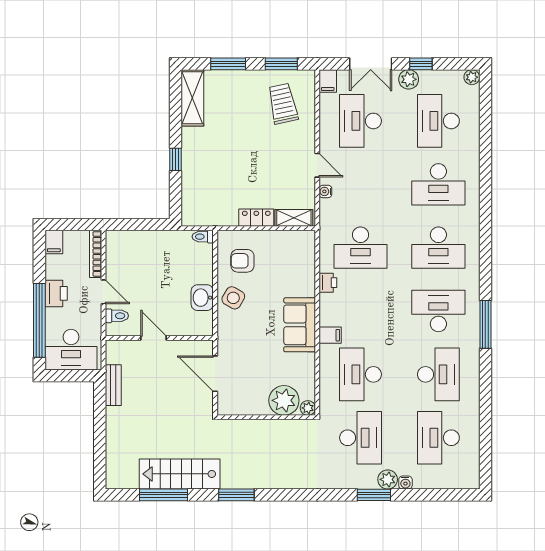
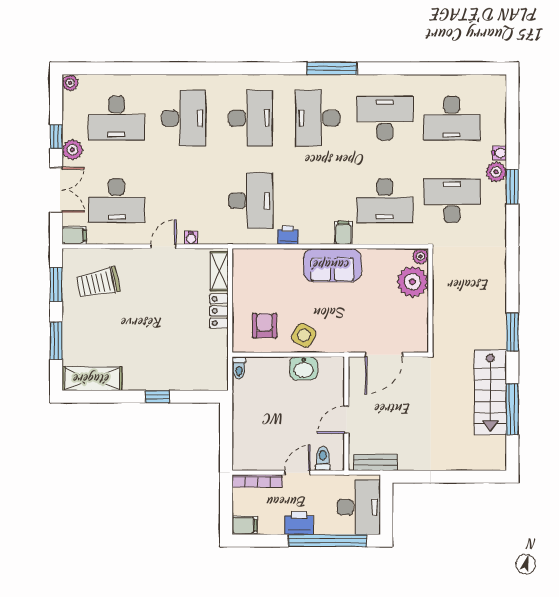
armchair: (242, 261) -> (265, 326), turned 180
bench: (113, 385) -> (375, 462), moved

